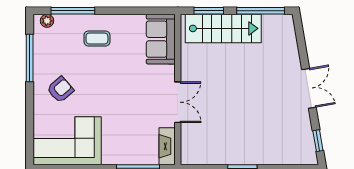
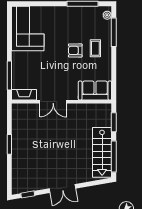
stairs: (223, 28) -> (102, 152), moved
armchair: (60, 90) -> (75, 50), moved, turned 131

